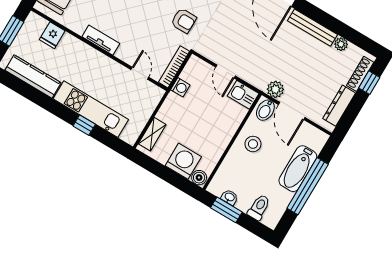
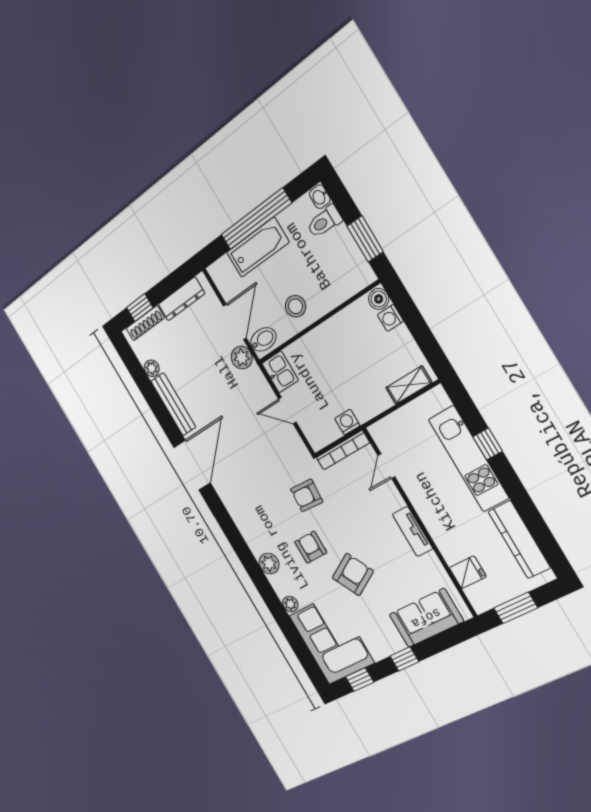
armchair: (184, 21) -> (307, 495), turned -86
door: (226, 71) -> (287, 410), swing flipped
washing machine: (183, 161) -> (390, 318), width x0.53, depth x0.53
washbasin: (230, 197) -> (320, 197), moved

